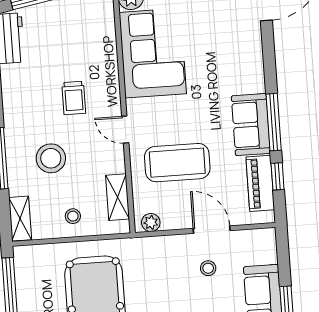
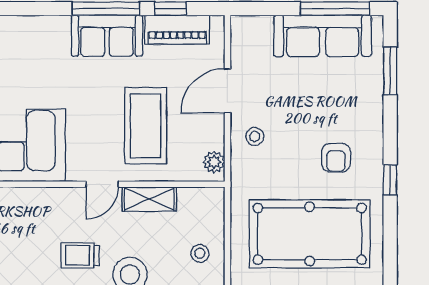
trolley: (74, 98) -> (80, 255), moved, turned 180
shelving: (118, 197) -> (149, 199), moved
stool: (208, 268) -> (255, 136), moved

